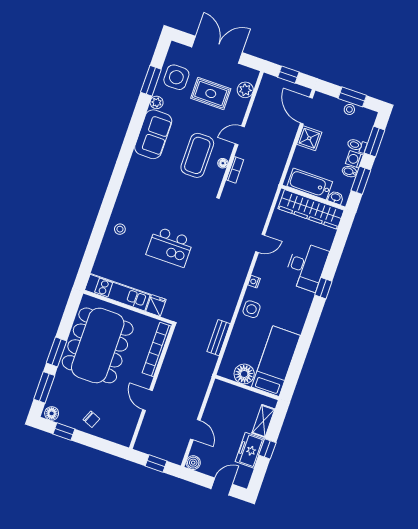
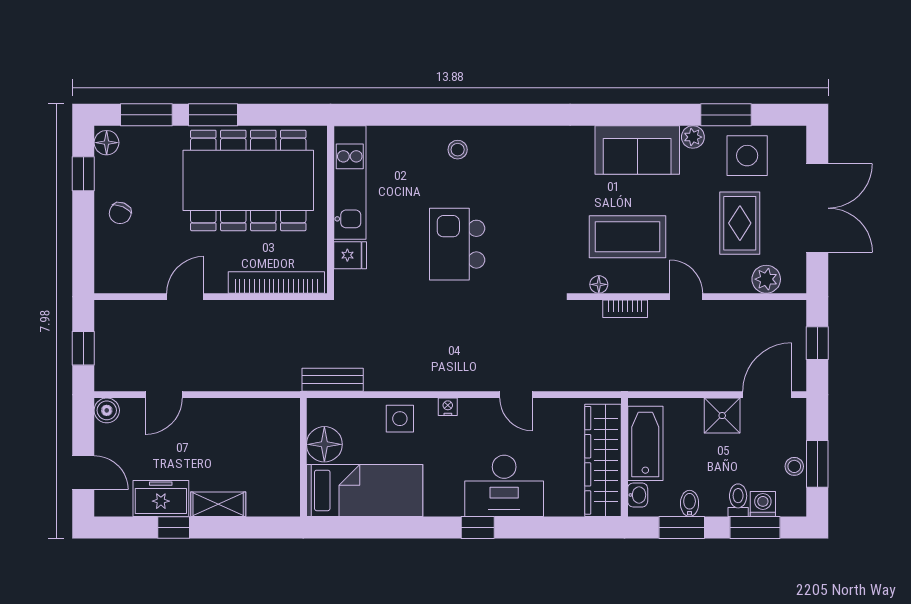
washing machine: (354, 159) -> (763, 504), moved
floor lamp: (223, 163) -> (599, 284), moved
bed: (276, 361) -> (365, 490), moved
floor lamp: (244, 374) -> (324, 444), moved
wall: (247, 387) -> (303, 457), moved

